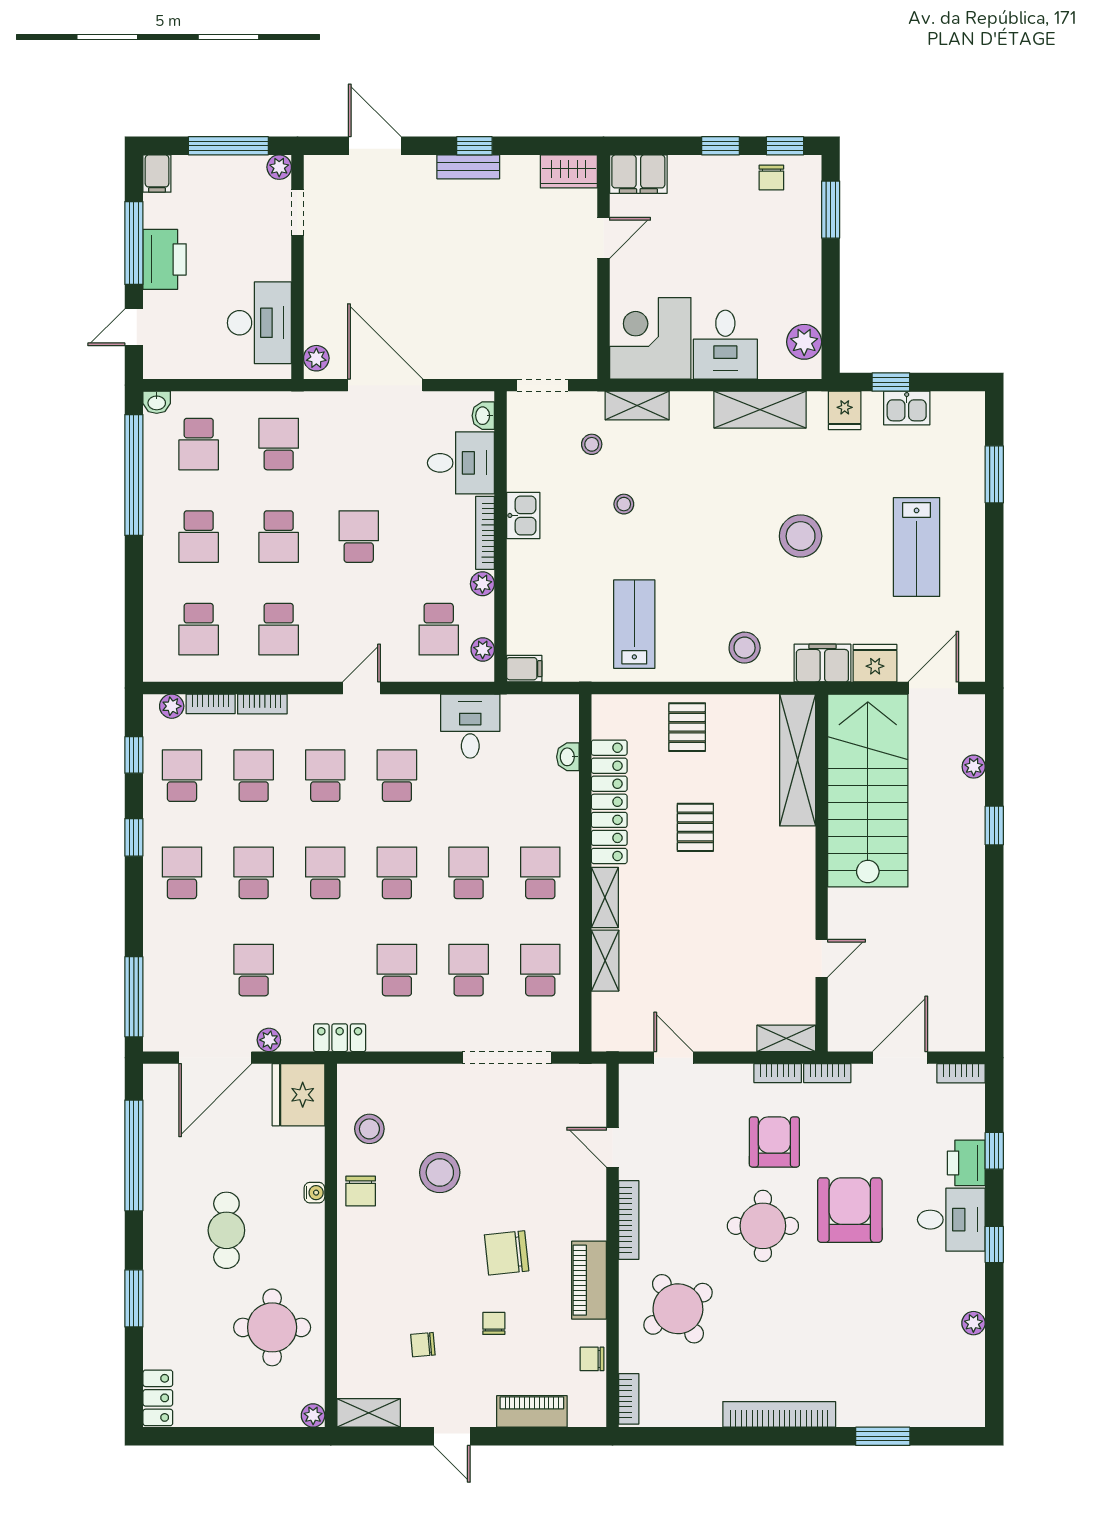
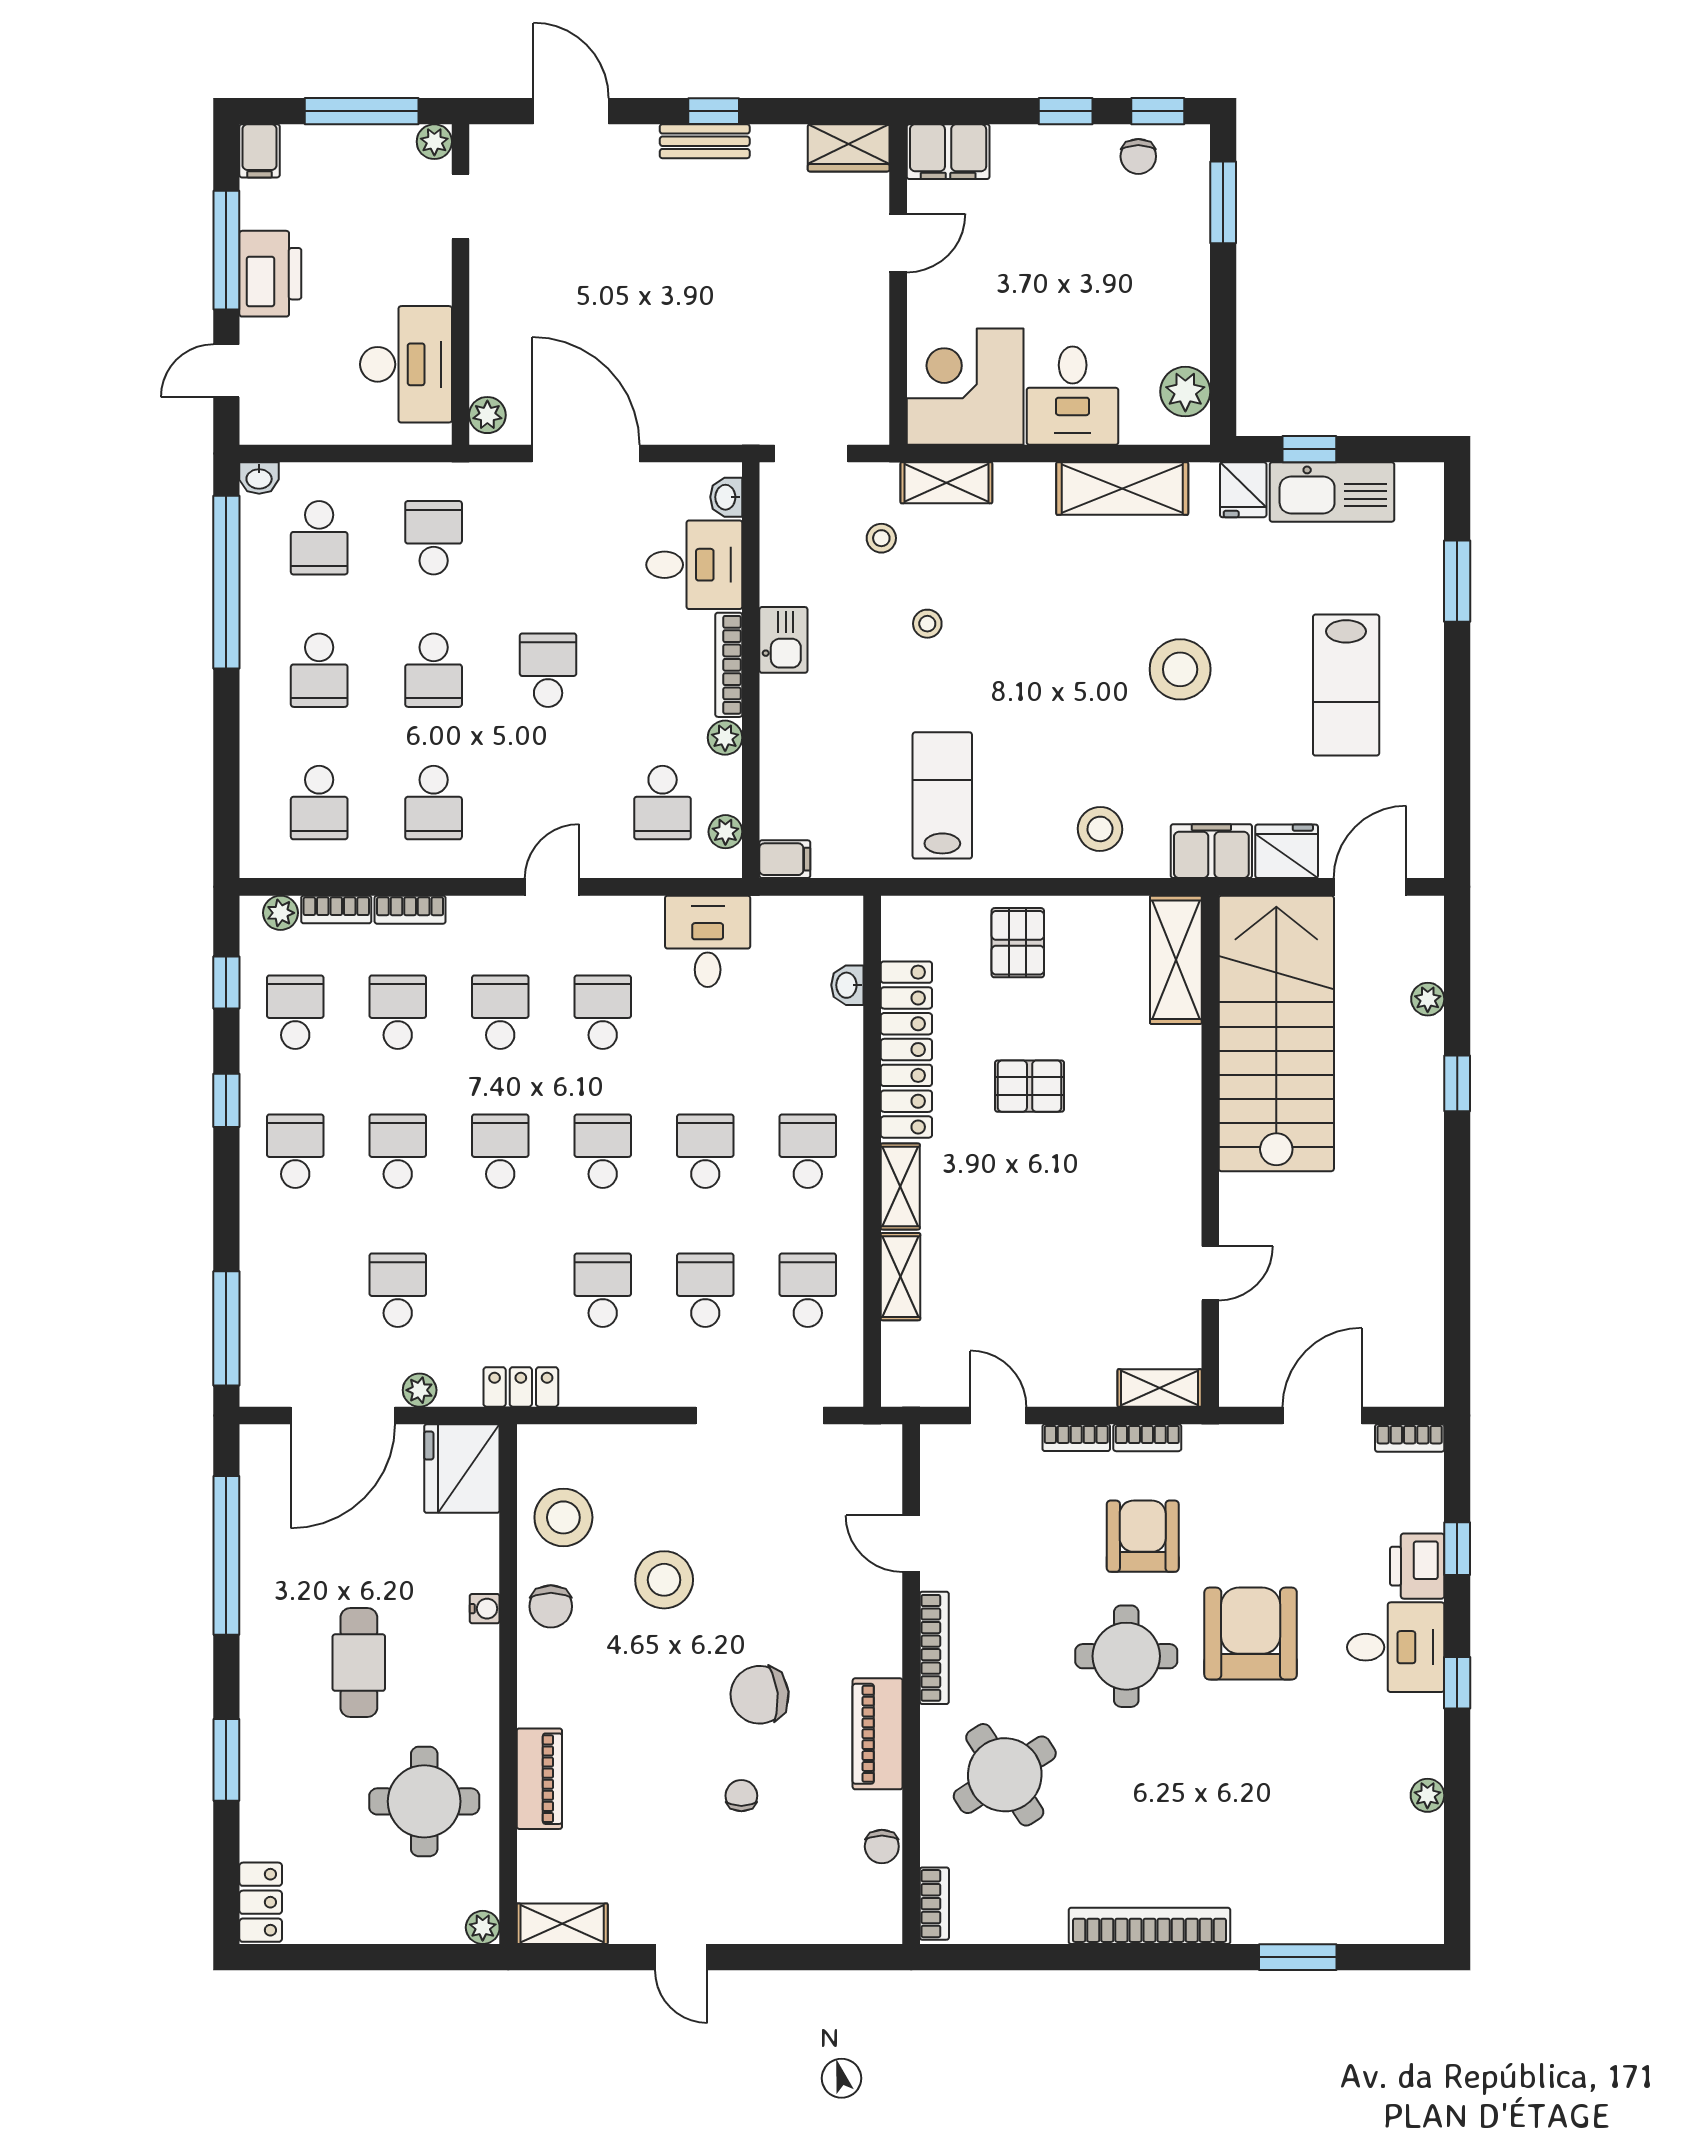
kitchen sink: (907, 408) -> (1332, 492), width x1.88, depth x1.24
shelving: (798, 760) -> (1176, 960), width x0.68
pallet: (695, 827) -> (1030, 1086), turned 90
bookcase: (827, 1073) -> (1076, 1438), moved
stool: (369, 1129) -> (563, 1517), width x1.38, depth x1.38
chair: (423, 1345) -> (640, 1826), removed
chair: (592, 1359) -> (882, 1846), turned -90
piano: (532, 1411) -> (539, 1779), moved, turned 90

